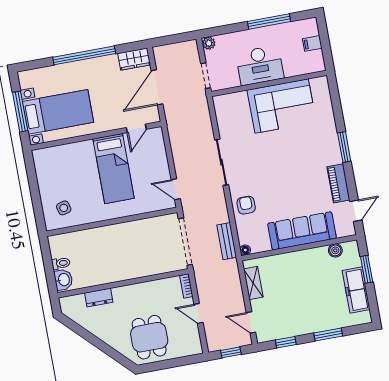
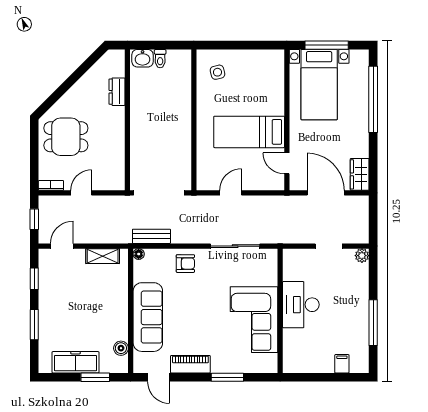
window: (84, 55) -> (373, 99), moved
desk: (260, 65) -> (301, 305), moved
wall: (269, 83) -> (280, 311), moved
corner sofa: (282, 106) -> (254, 320), moved
door: (176, 189) -> (231, 193), moved
bookcase: (186, 286) -> (51, 185), moved

